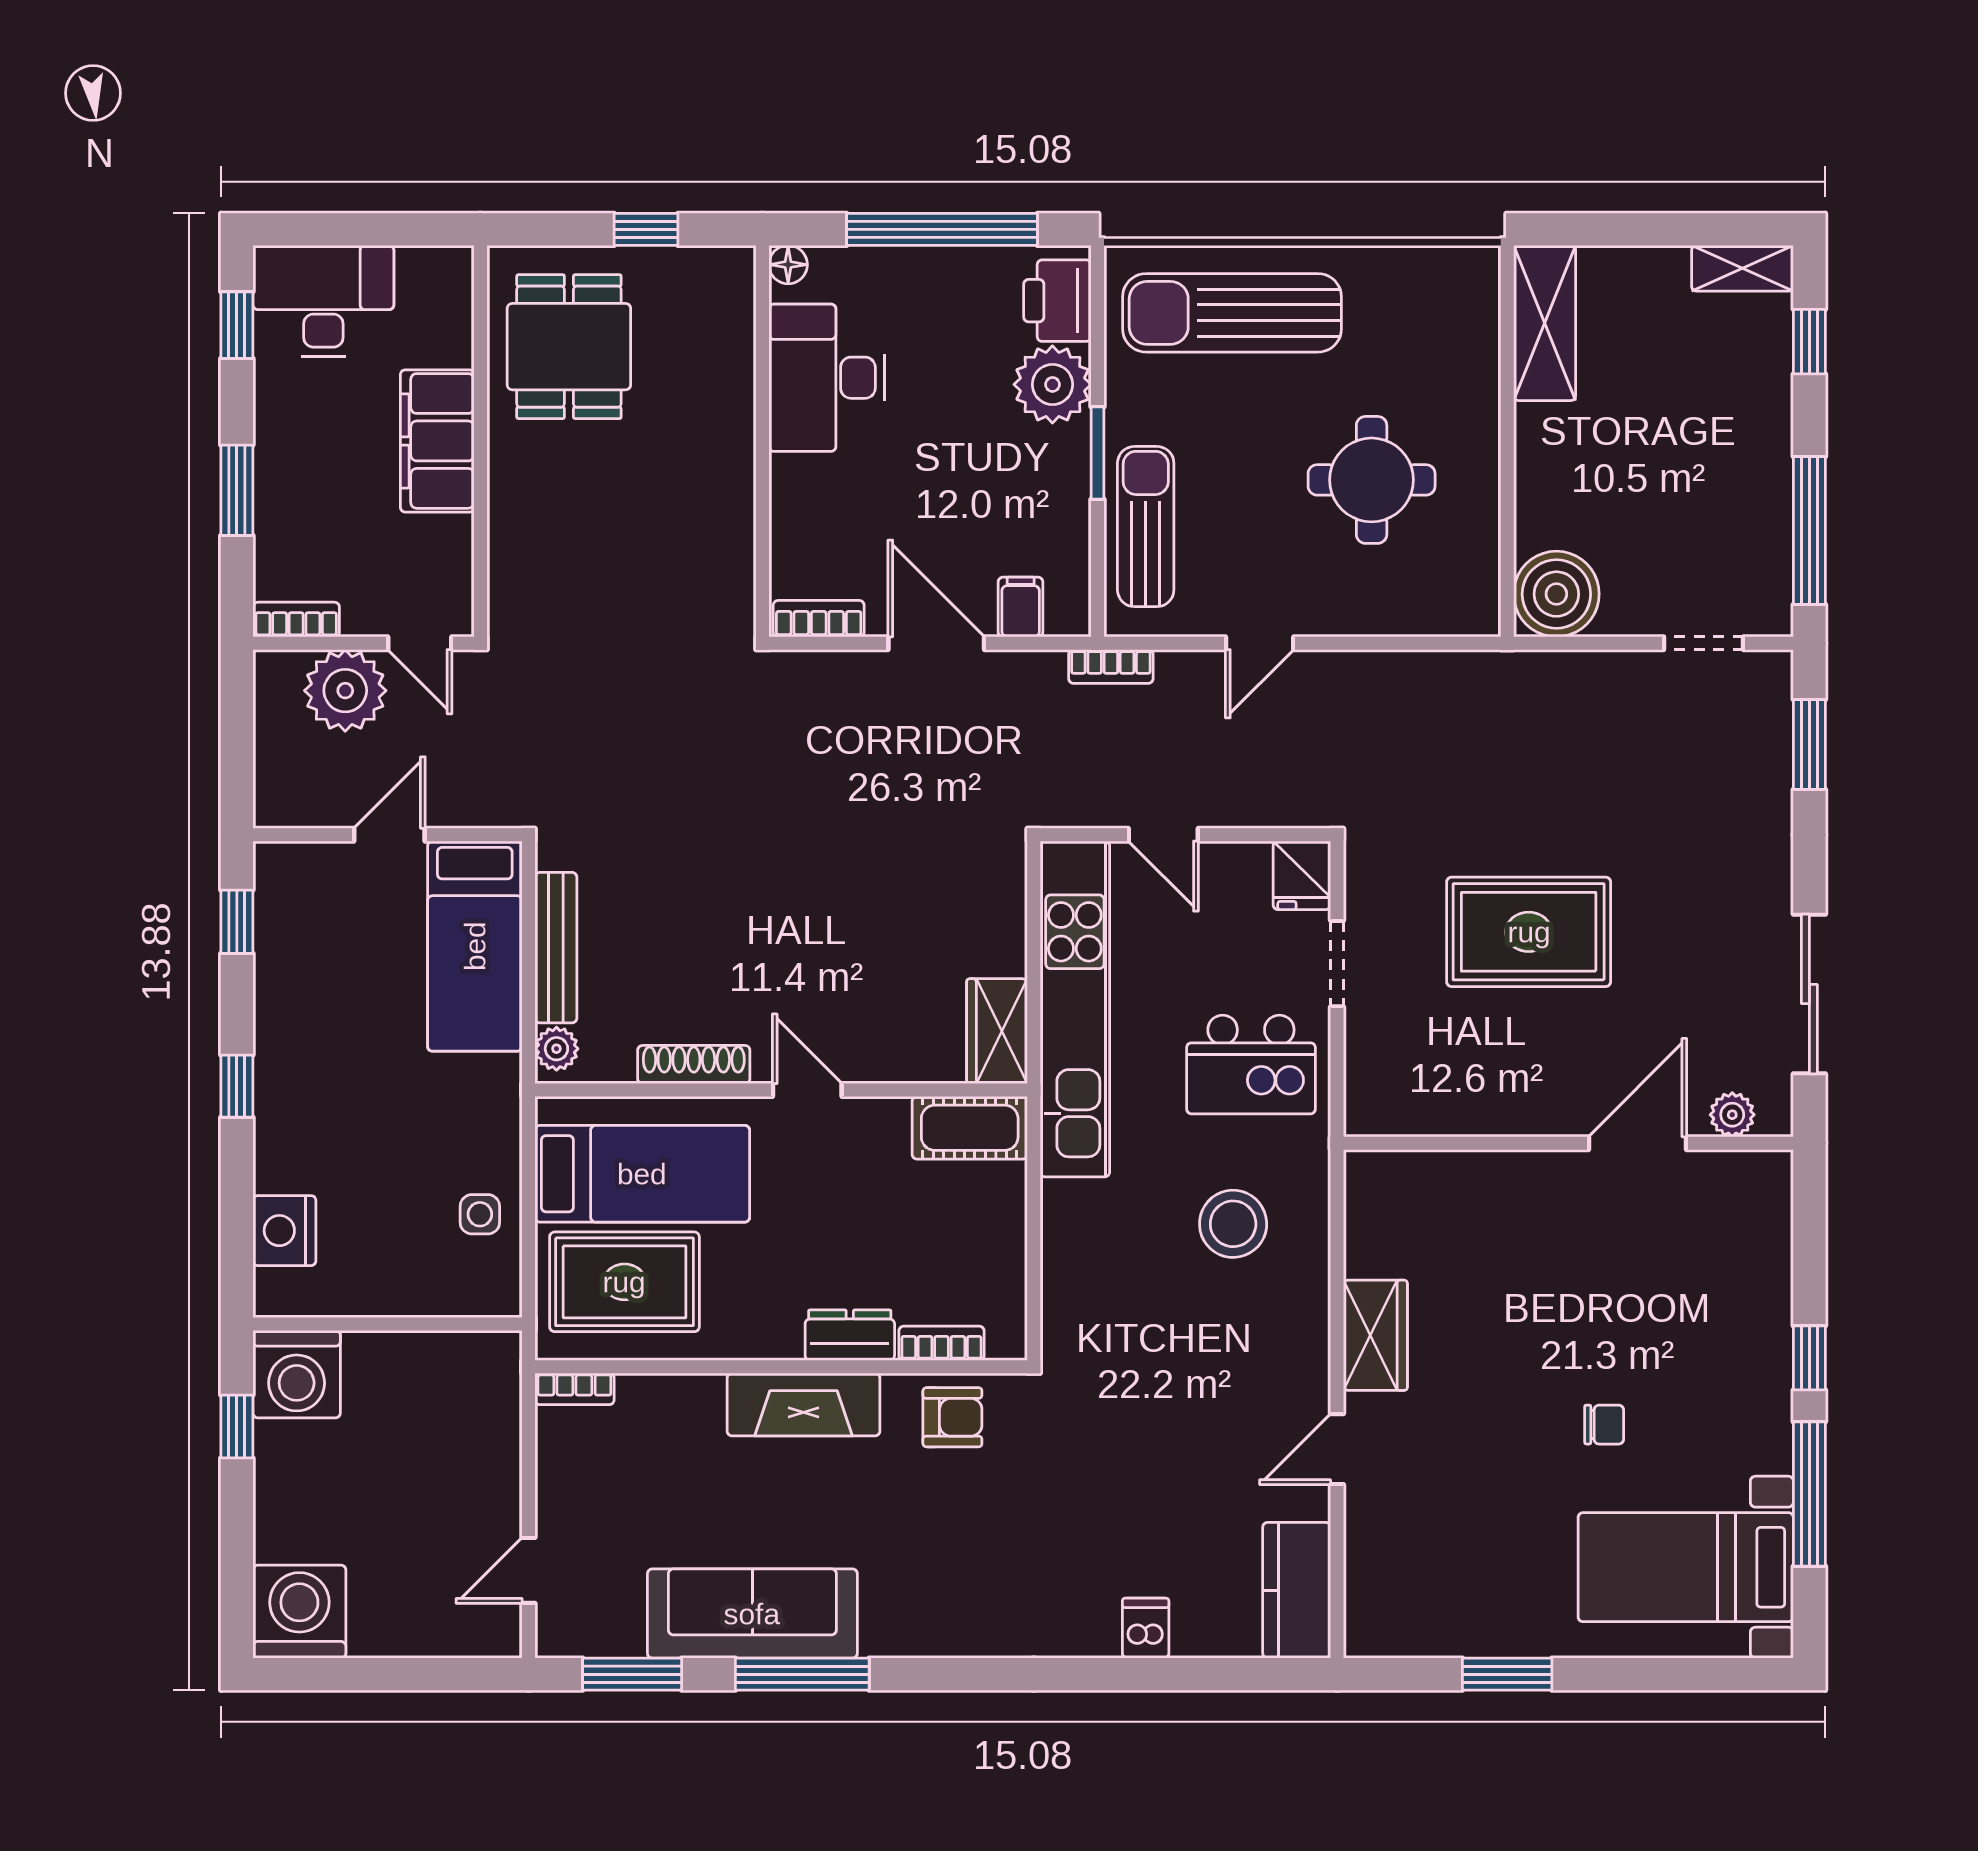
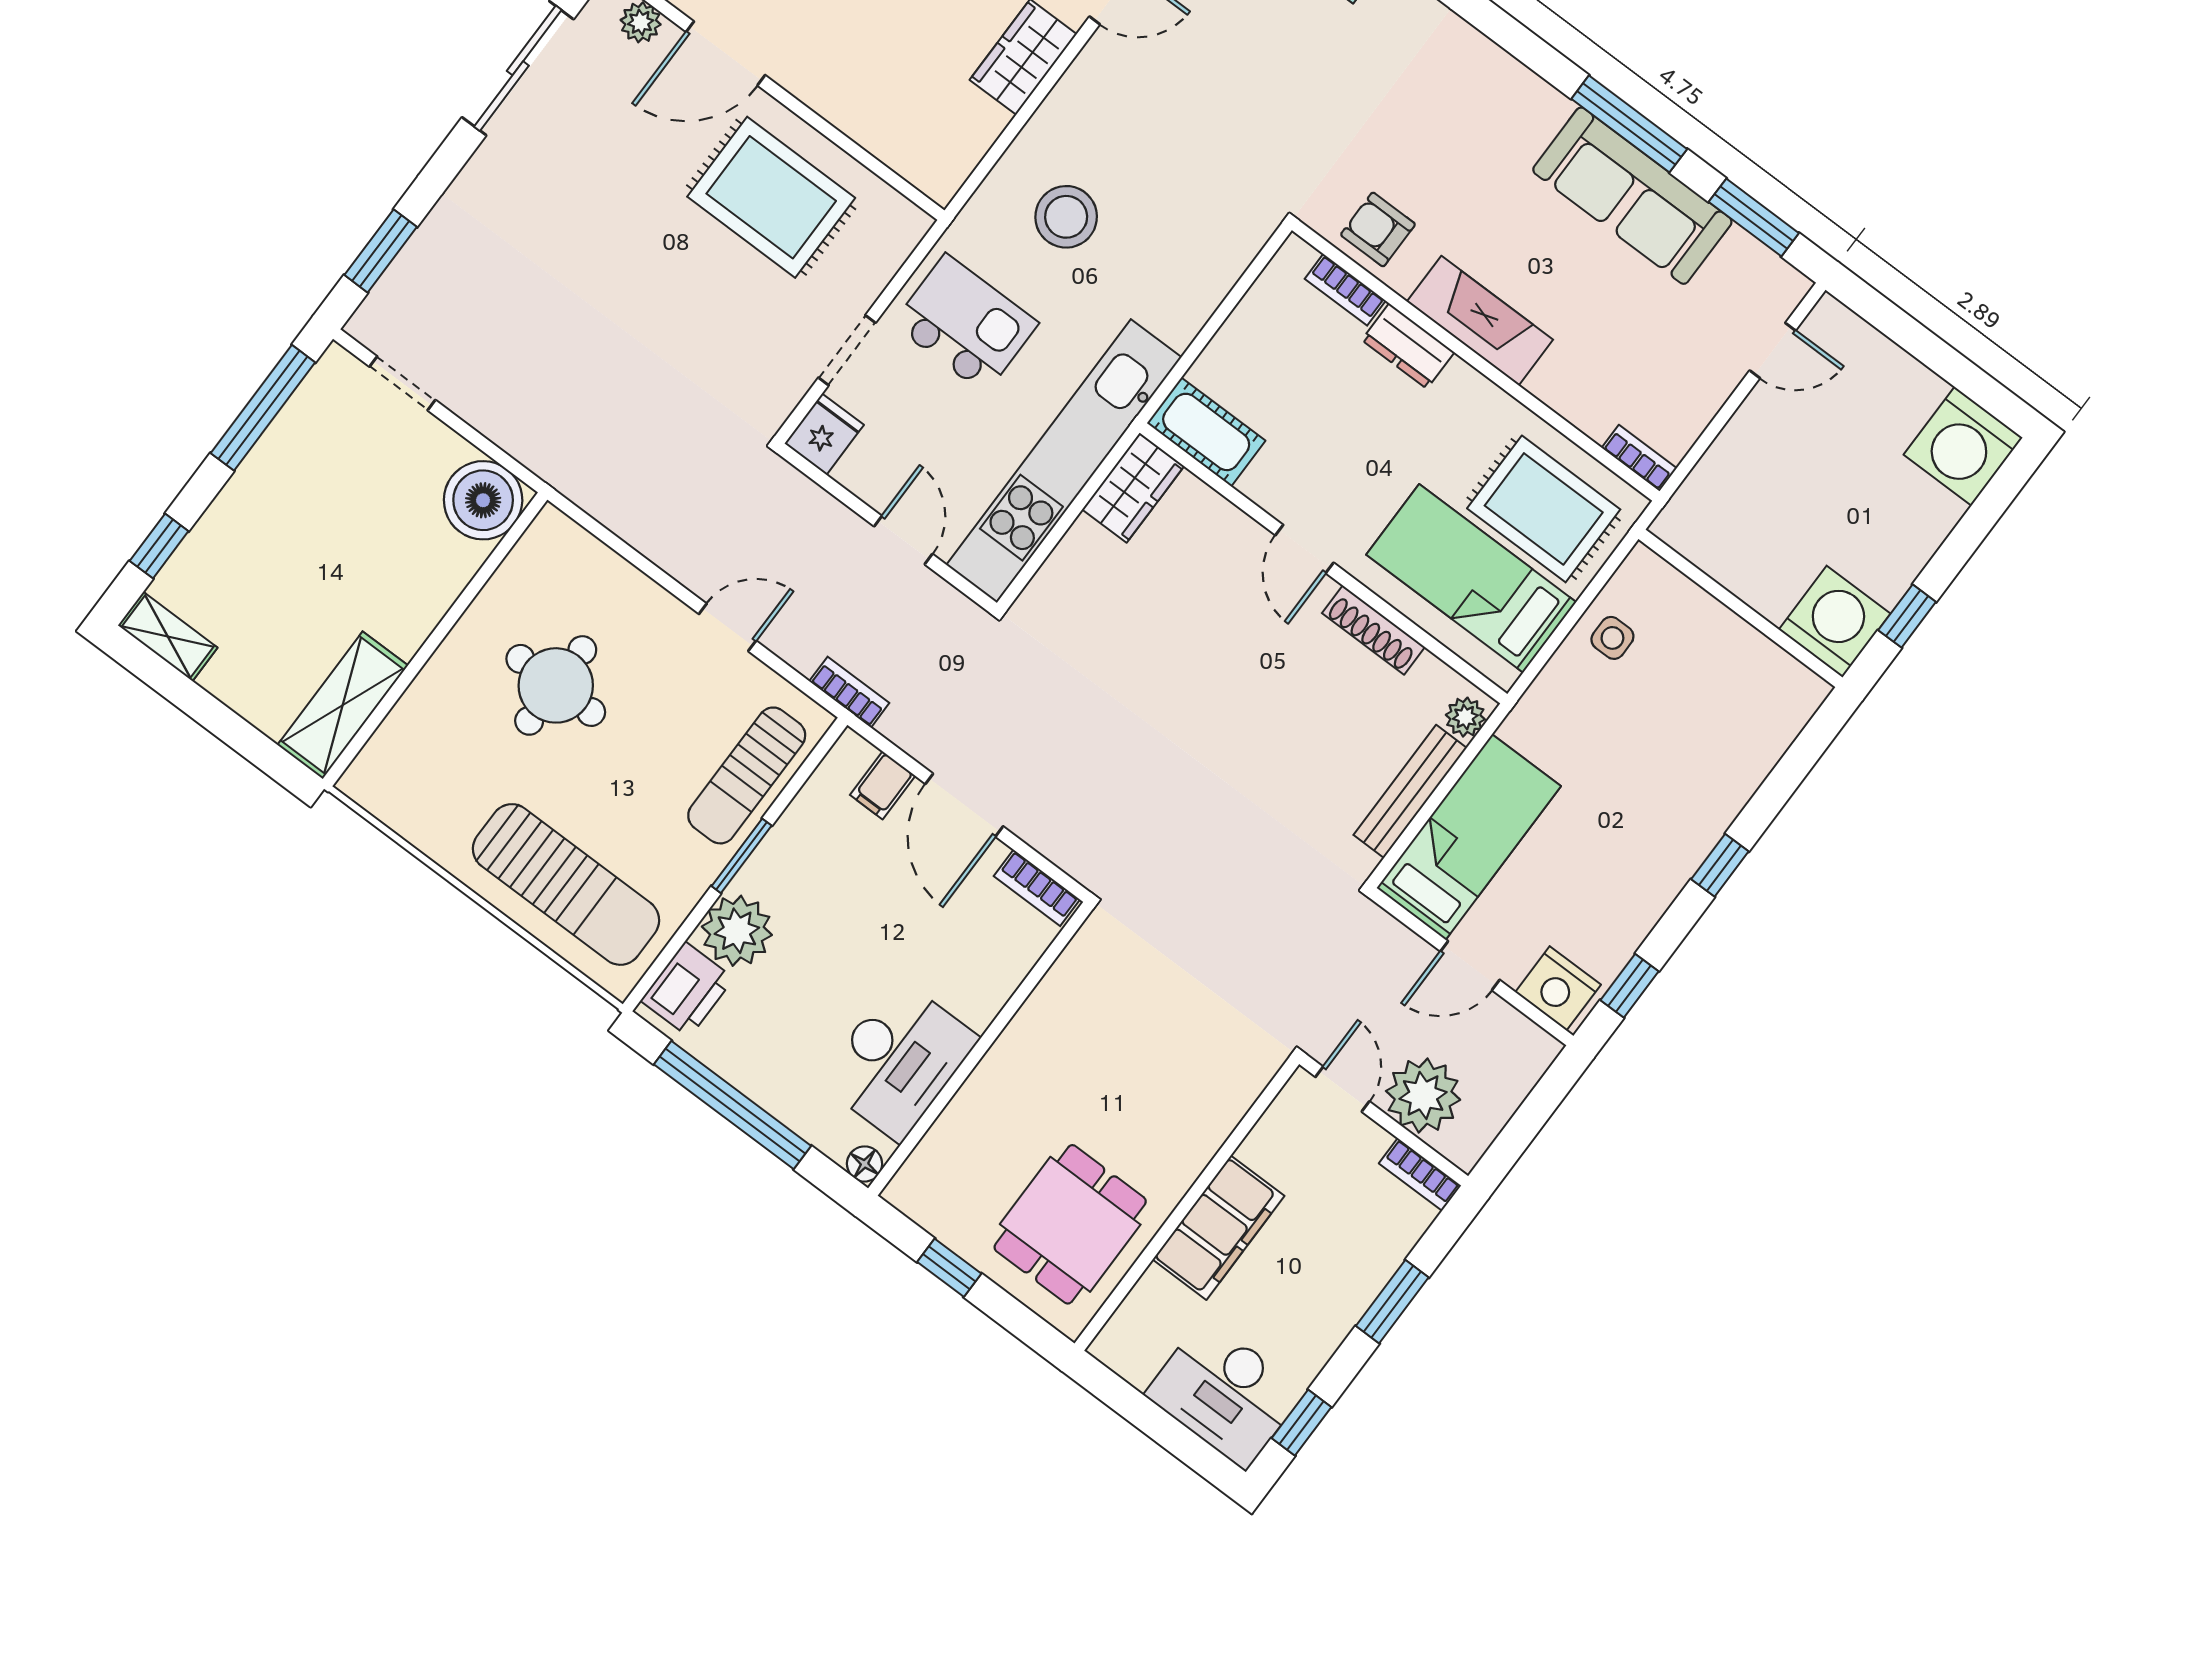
rug: (1529, 932) -> (771, 197), moved
nightstand: (284, 1231) -> (1558, 988), moved, turned 90

